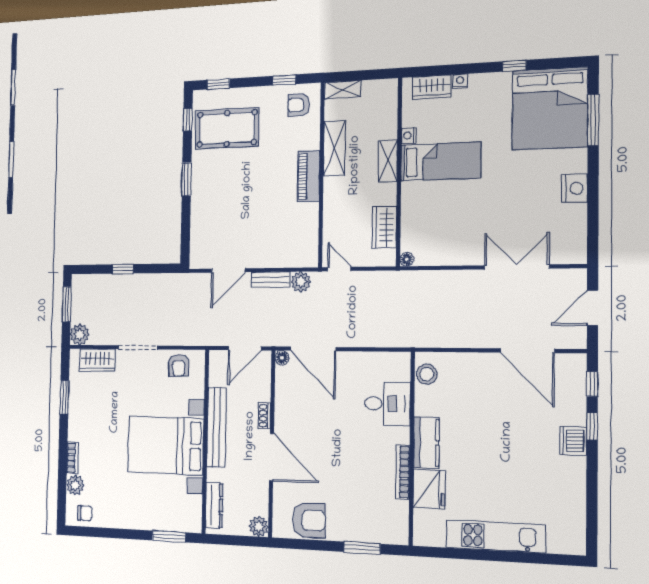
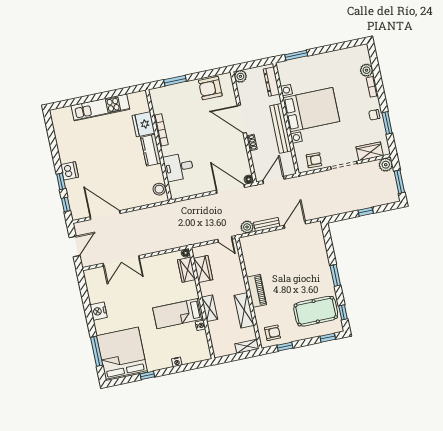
wardrobe: (432, 87) -> (186, 270), moved, turned -90
armchair: (179, 365) -> (314, 160), turned 95
chair: (85, 513) -> (374, 115), moved

